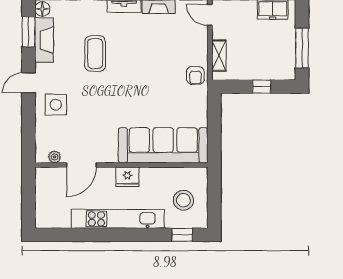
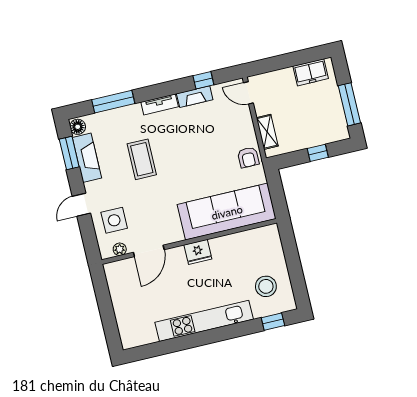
sofa: (163, 145) -> (227, 212), moved
plant: (55, 157) -> (120, 249), moved
door: (81, 165) -> (149, 251), moved
wall: (121, 165) -> (189, 241), moved
fridge: (127, 177) -> (198, 252), moved

